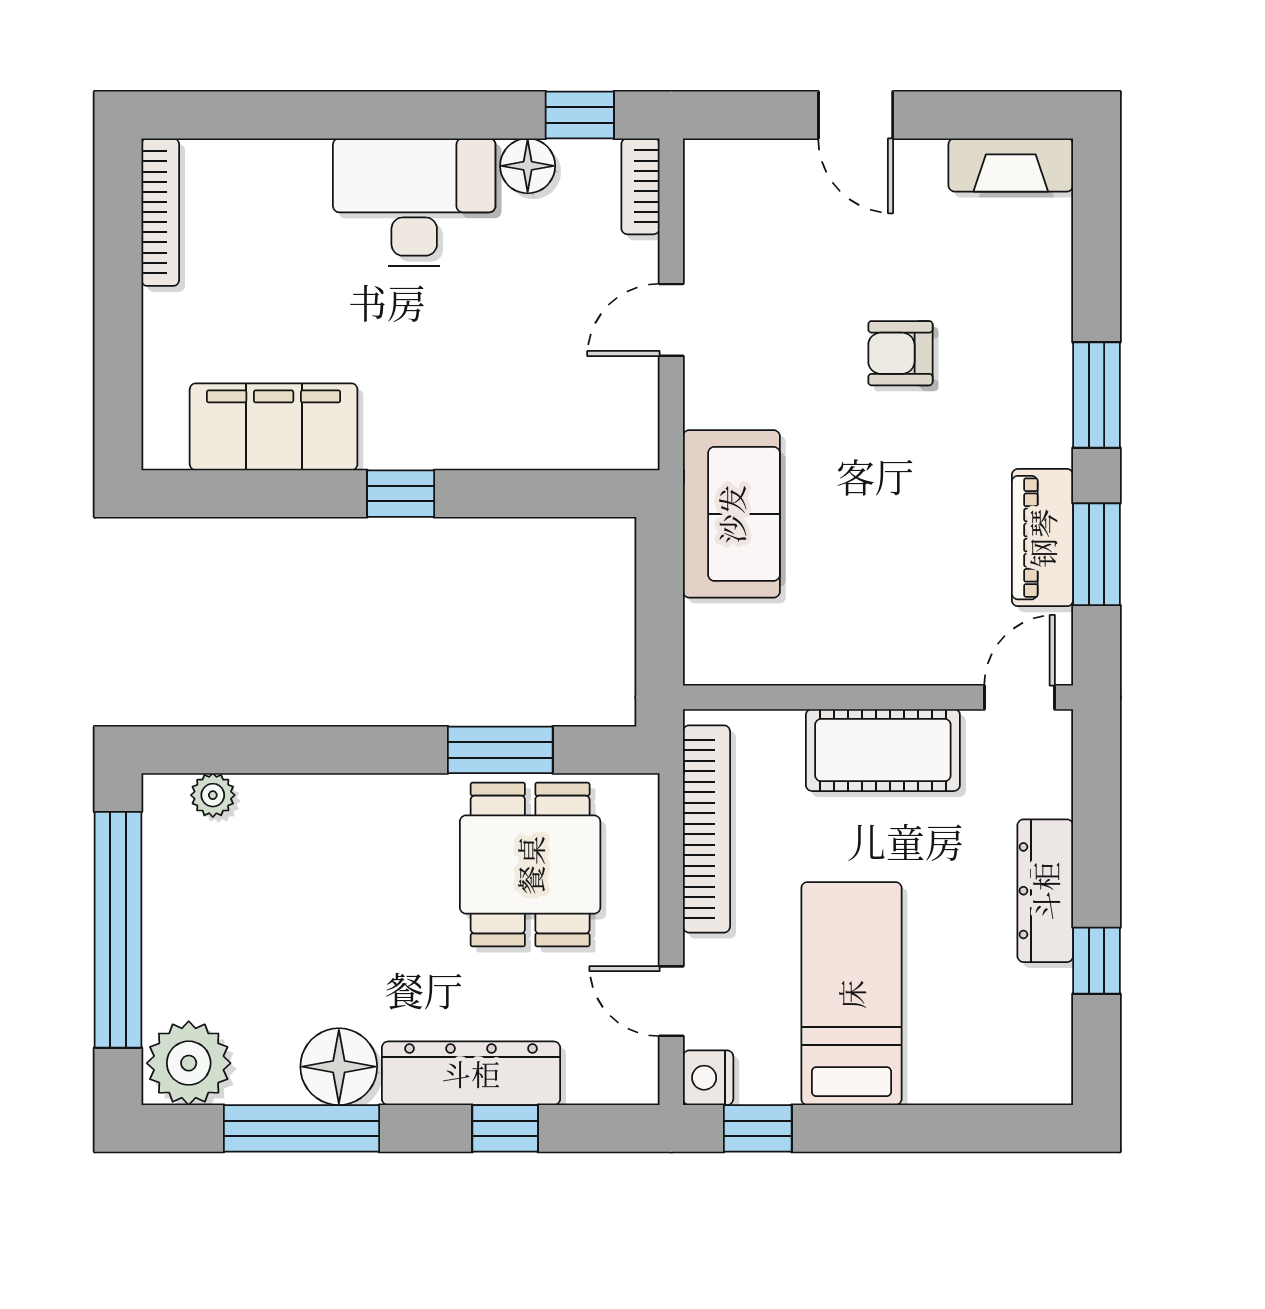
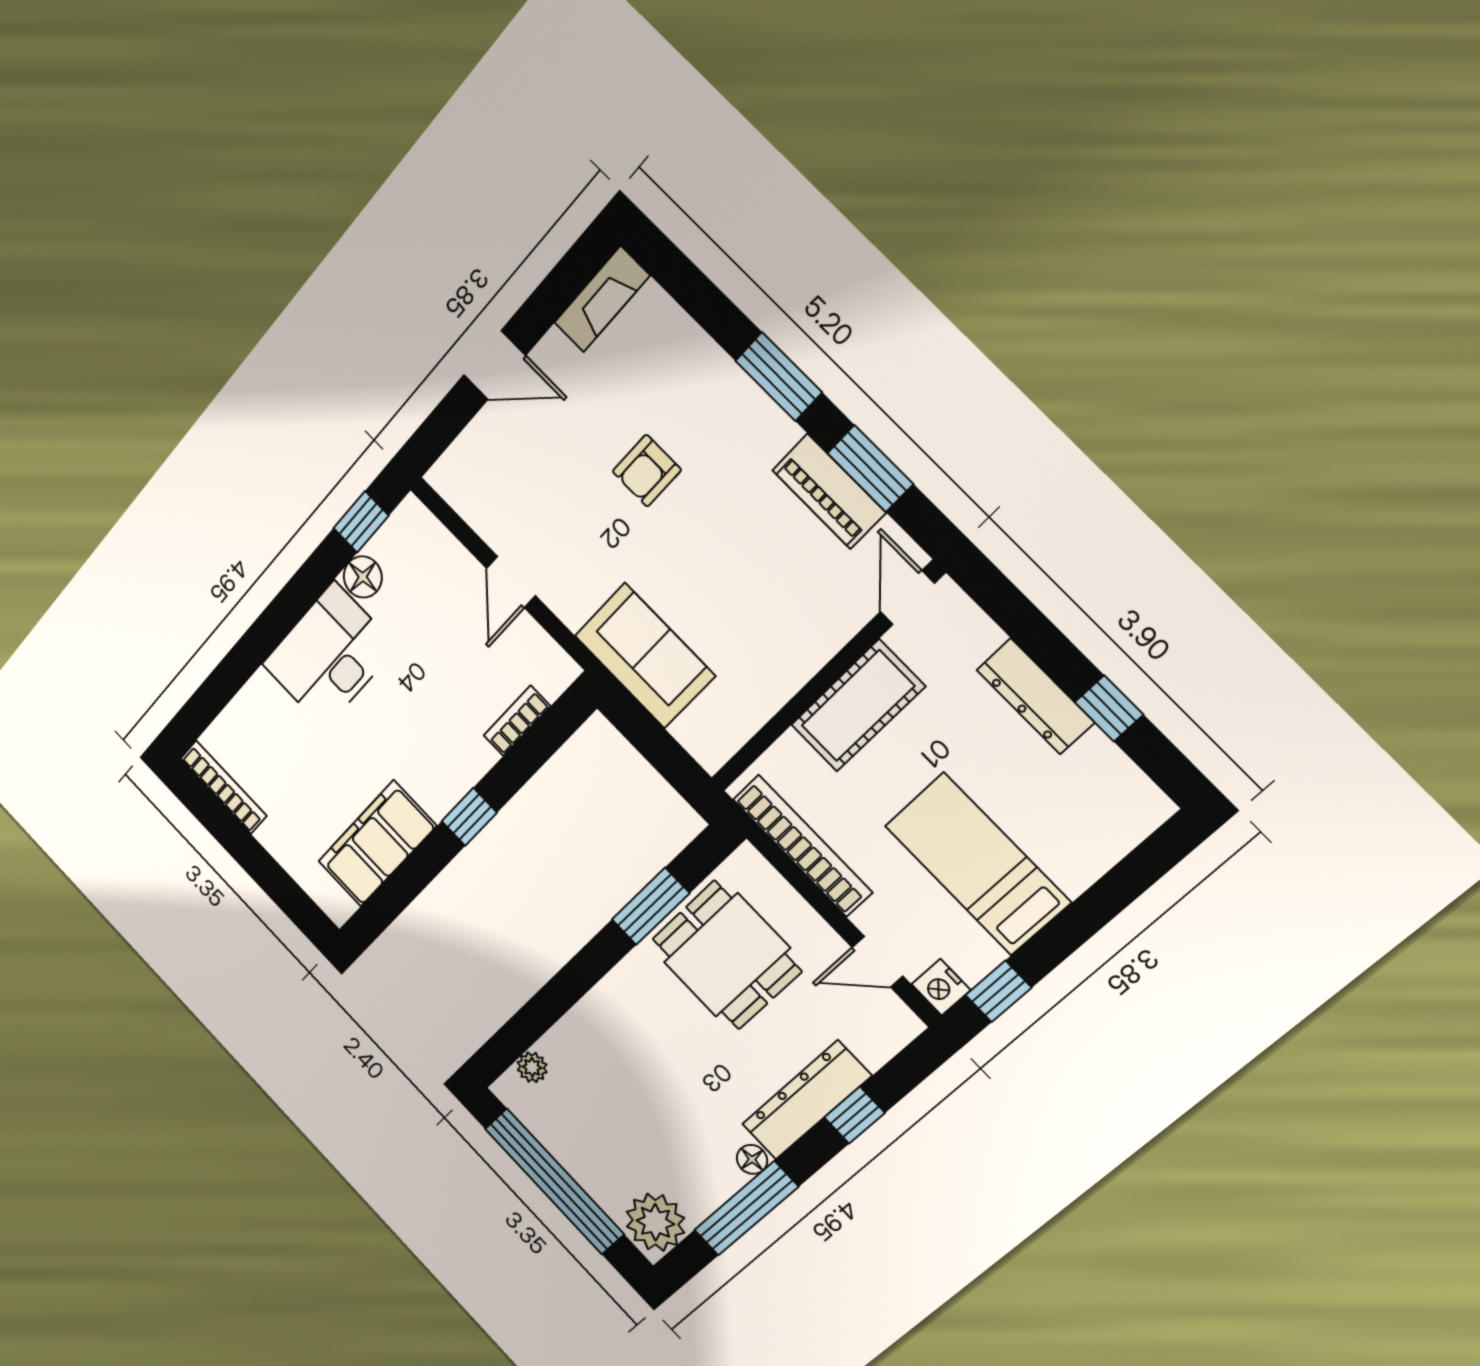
bookcase: (640, 186) -> (517, 721), moved, turned 90
floor lamp: (339, 1067) -> (752, 1159), width x0.53, depth x0.53

